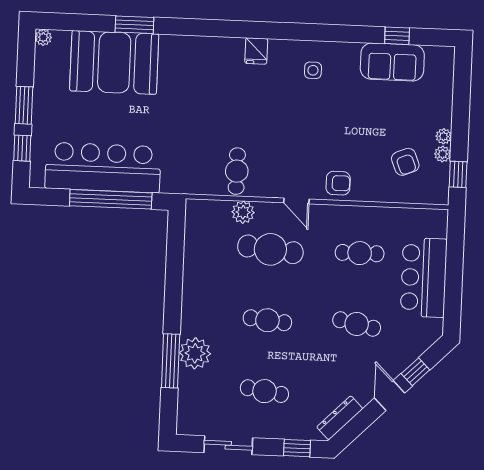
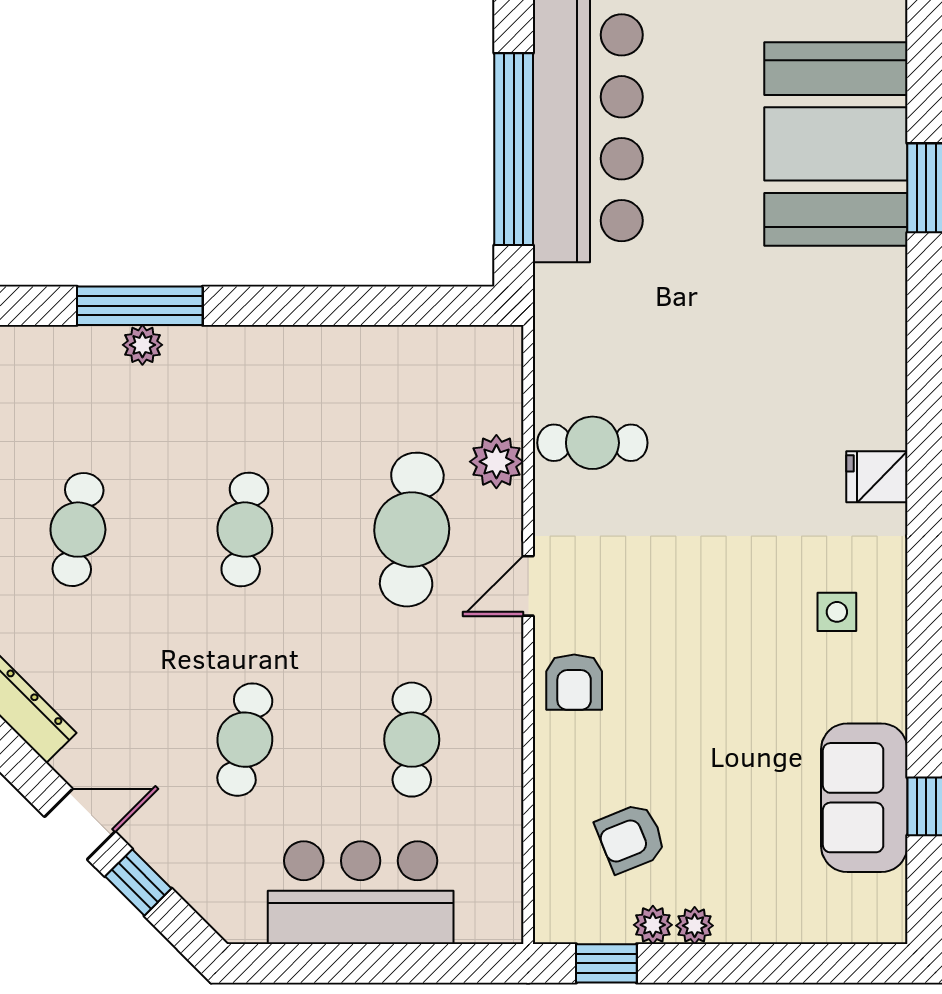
plant: (195, 353) -> (142, 345), width x0.53, depth x0.53

